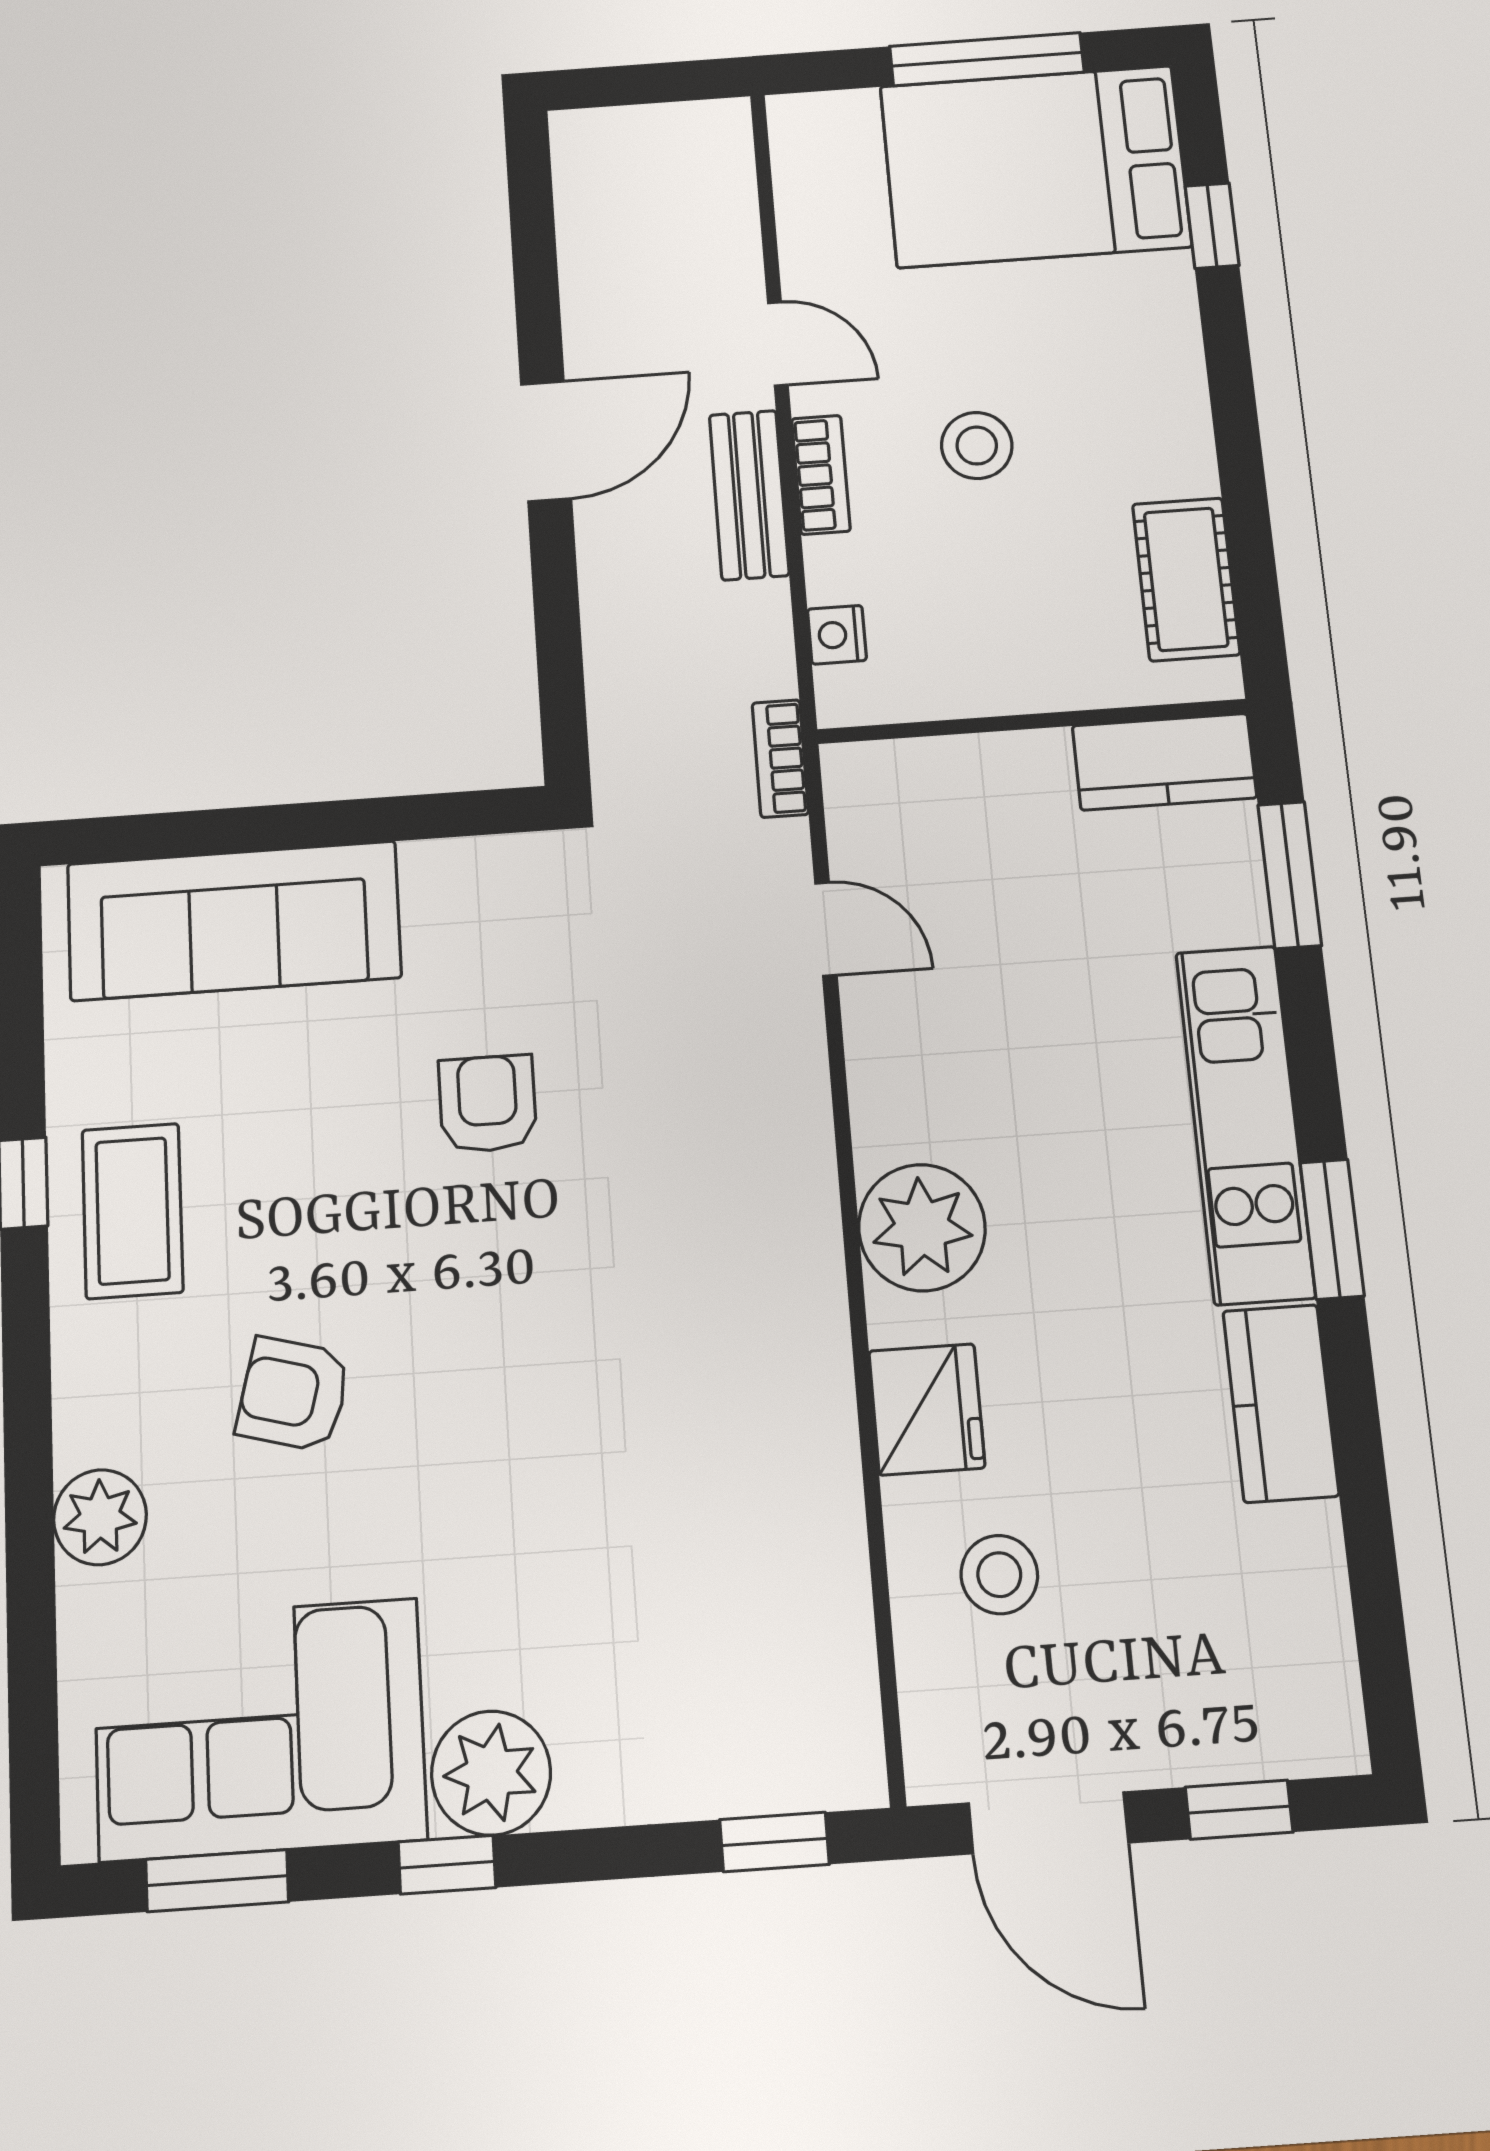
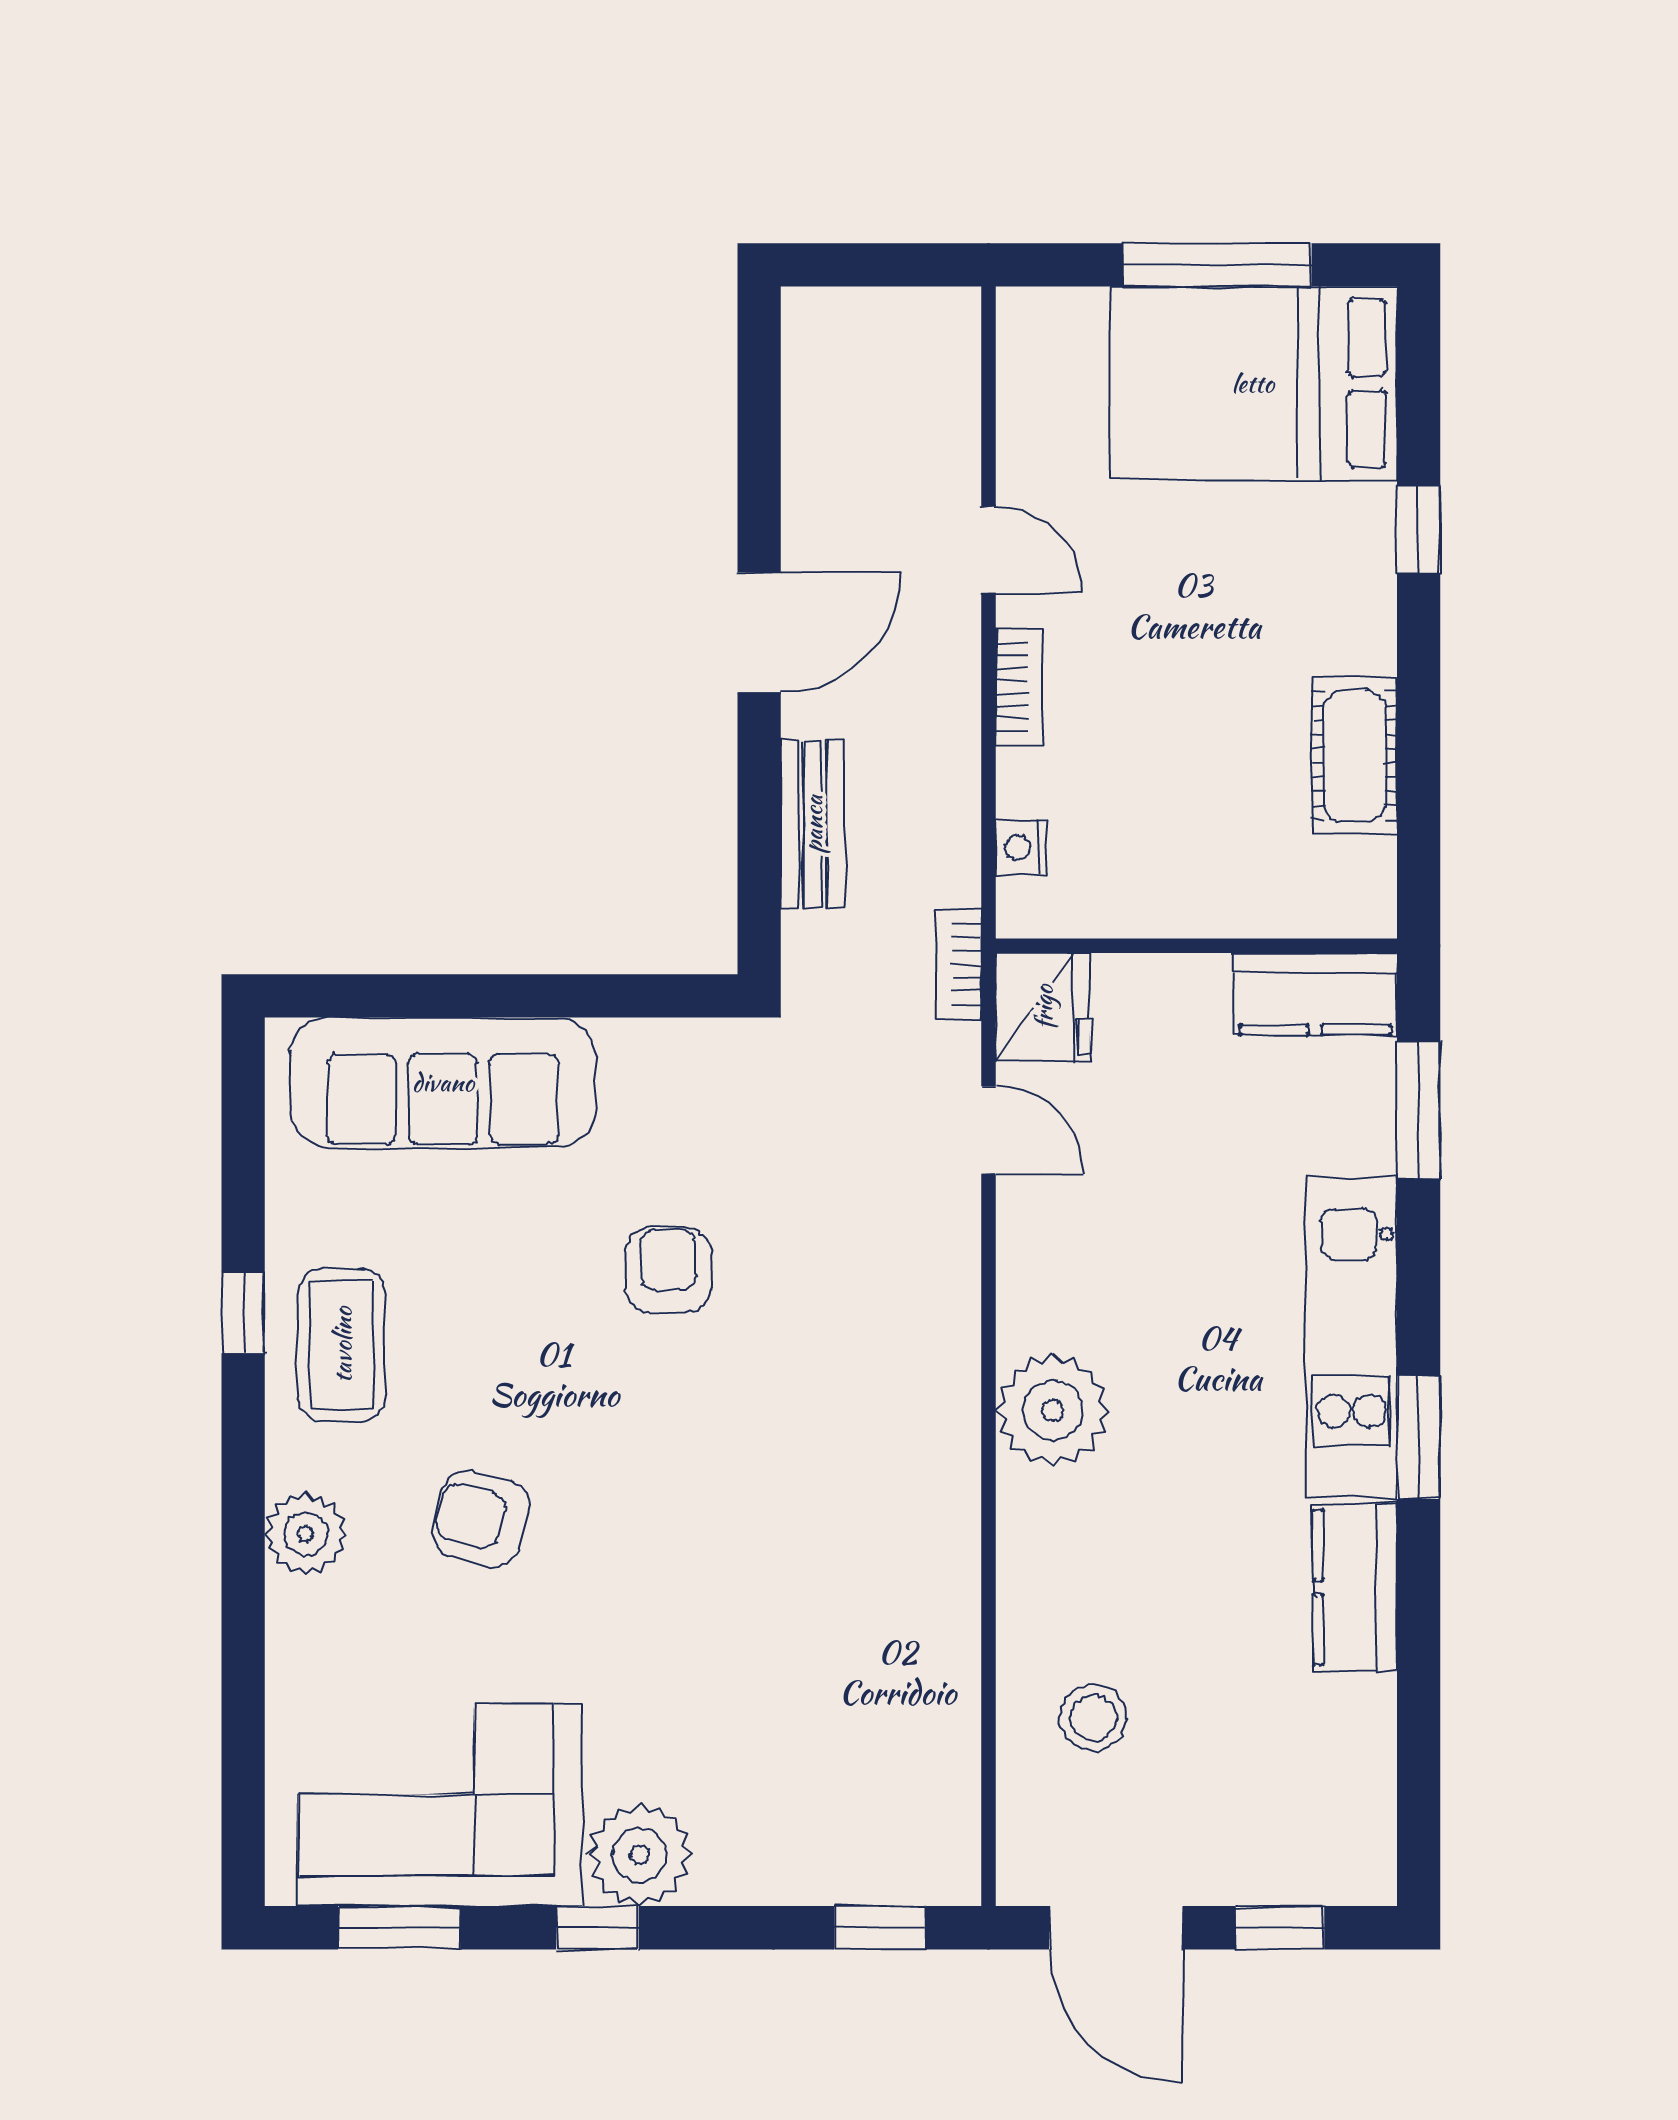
window: (1212, 226) -> (1419, 530), moved
stool: (977, 446) -> (1170, 668), removed
bench: (749, 495) -> (813, 824), moved
cot: (1186, 579) -> (1355, 756), moved
fridge: (927, 1409) -> (1043, 1007), moved
plant: (100, 1517) -> (306, 1534), moved

